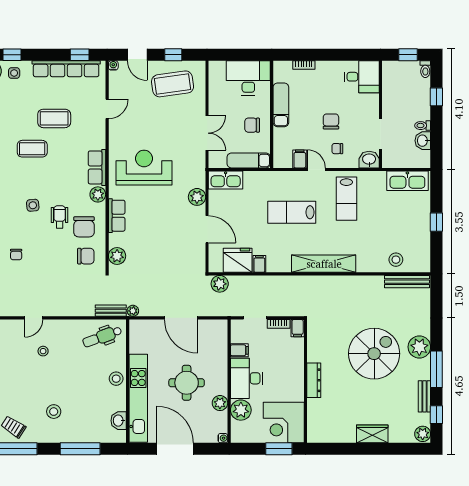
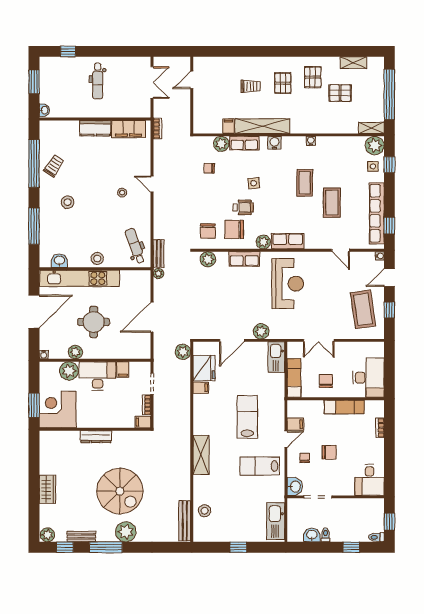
shelving: (324, 264) -> (201, 455), width x0.68

